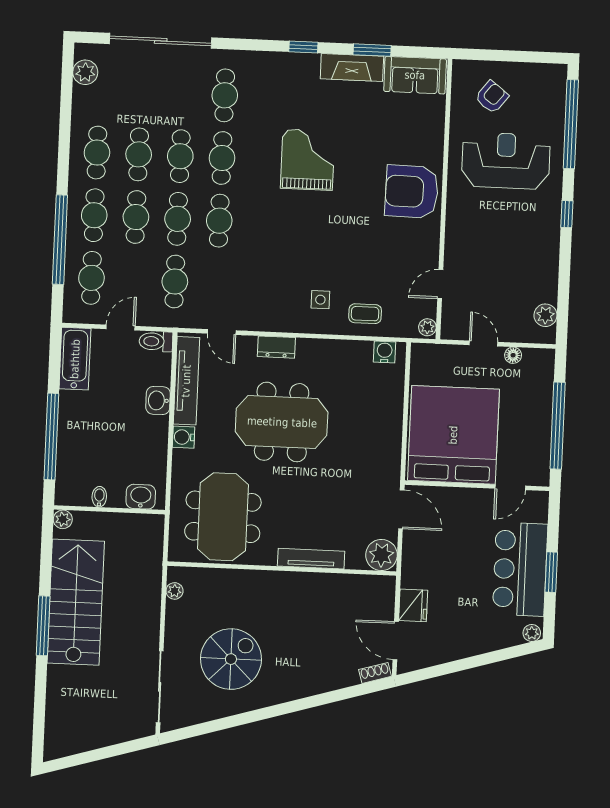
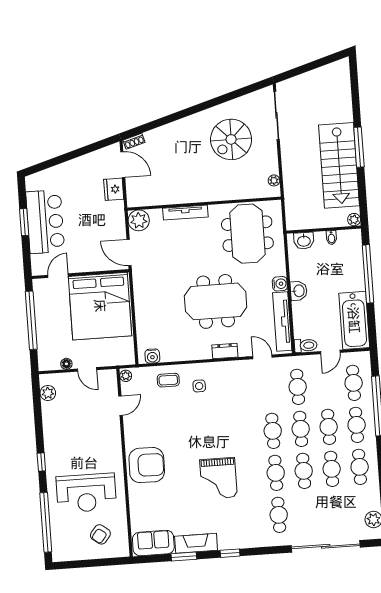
bathtub: (75, 359) -> (354, 320), width x1.36, depth x1.36
washbasin: (158, 400) -> (299, 291), moved
plant: (532, 633) -> (32, 180), removed

